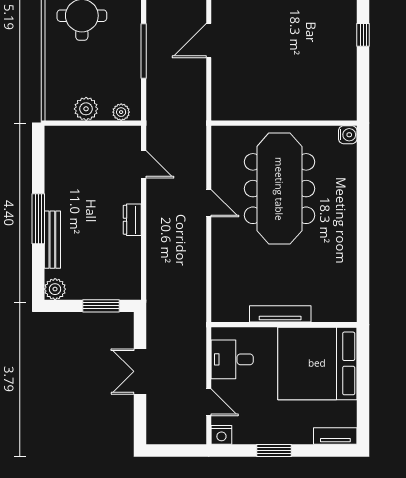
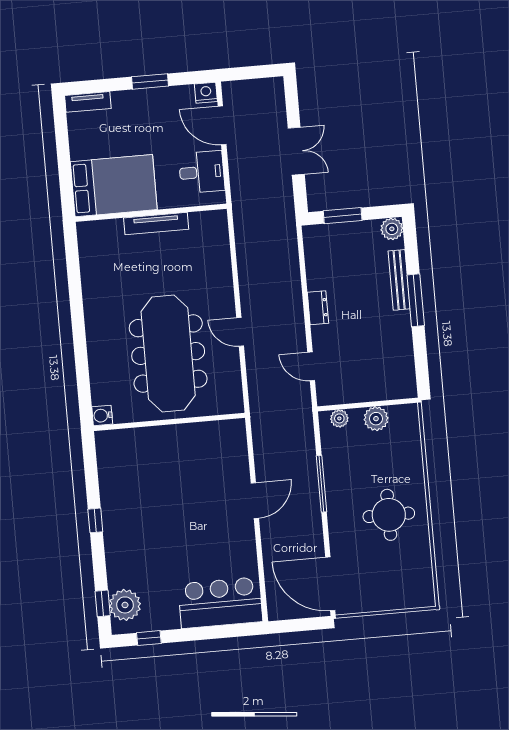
bed: (317, 363) -> (114, 186), width x0.73
door: (209, 402) -> (222, 125), width x1.38

